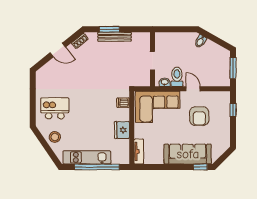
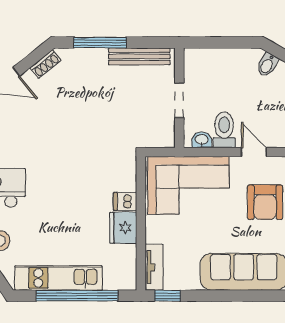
window: (109, 29) -> (100, 42), width x1.44
bench: (115, 37) -> (139, 56), moved
dishwasher: (123, 103) -> (125, 201), moved
window: (200, 167) -> (168, 296), moved

